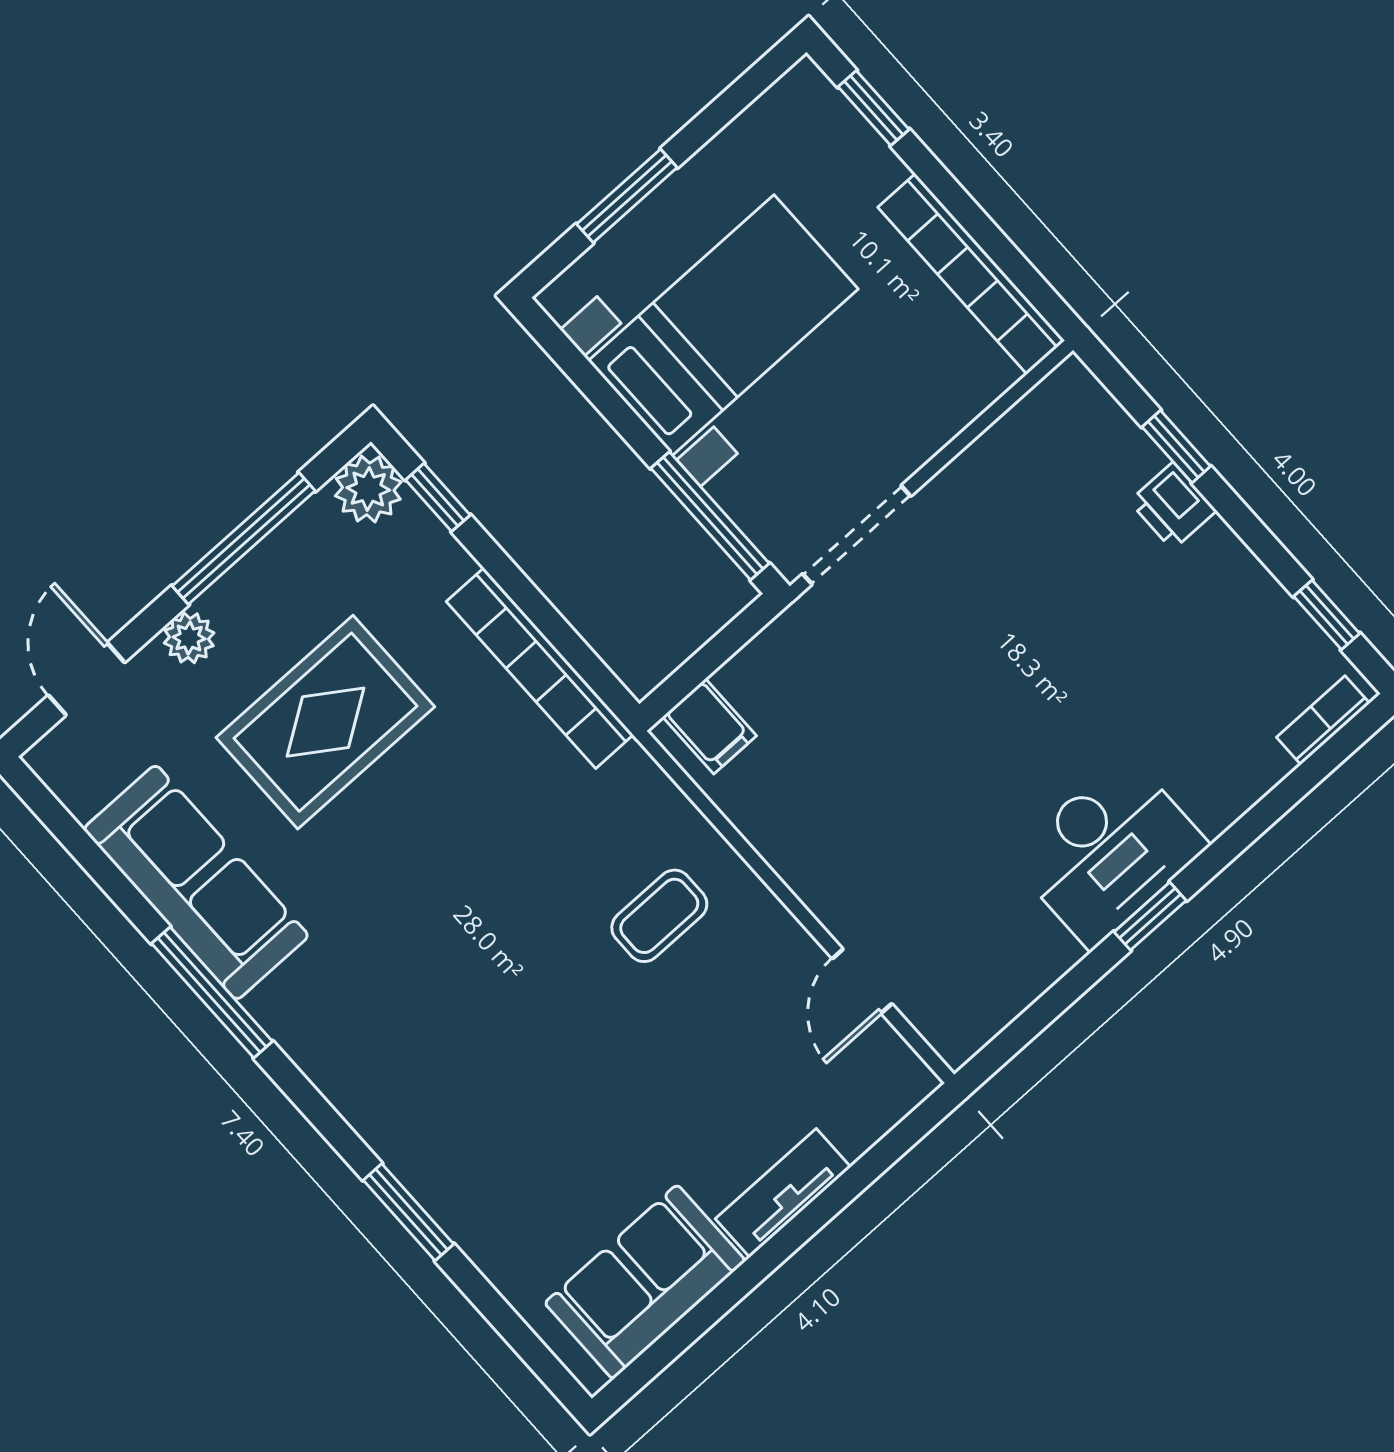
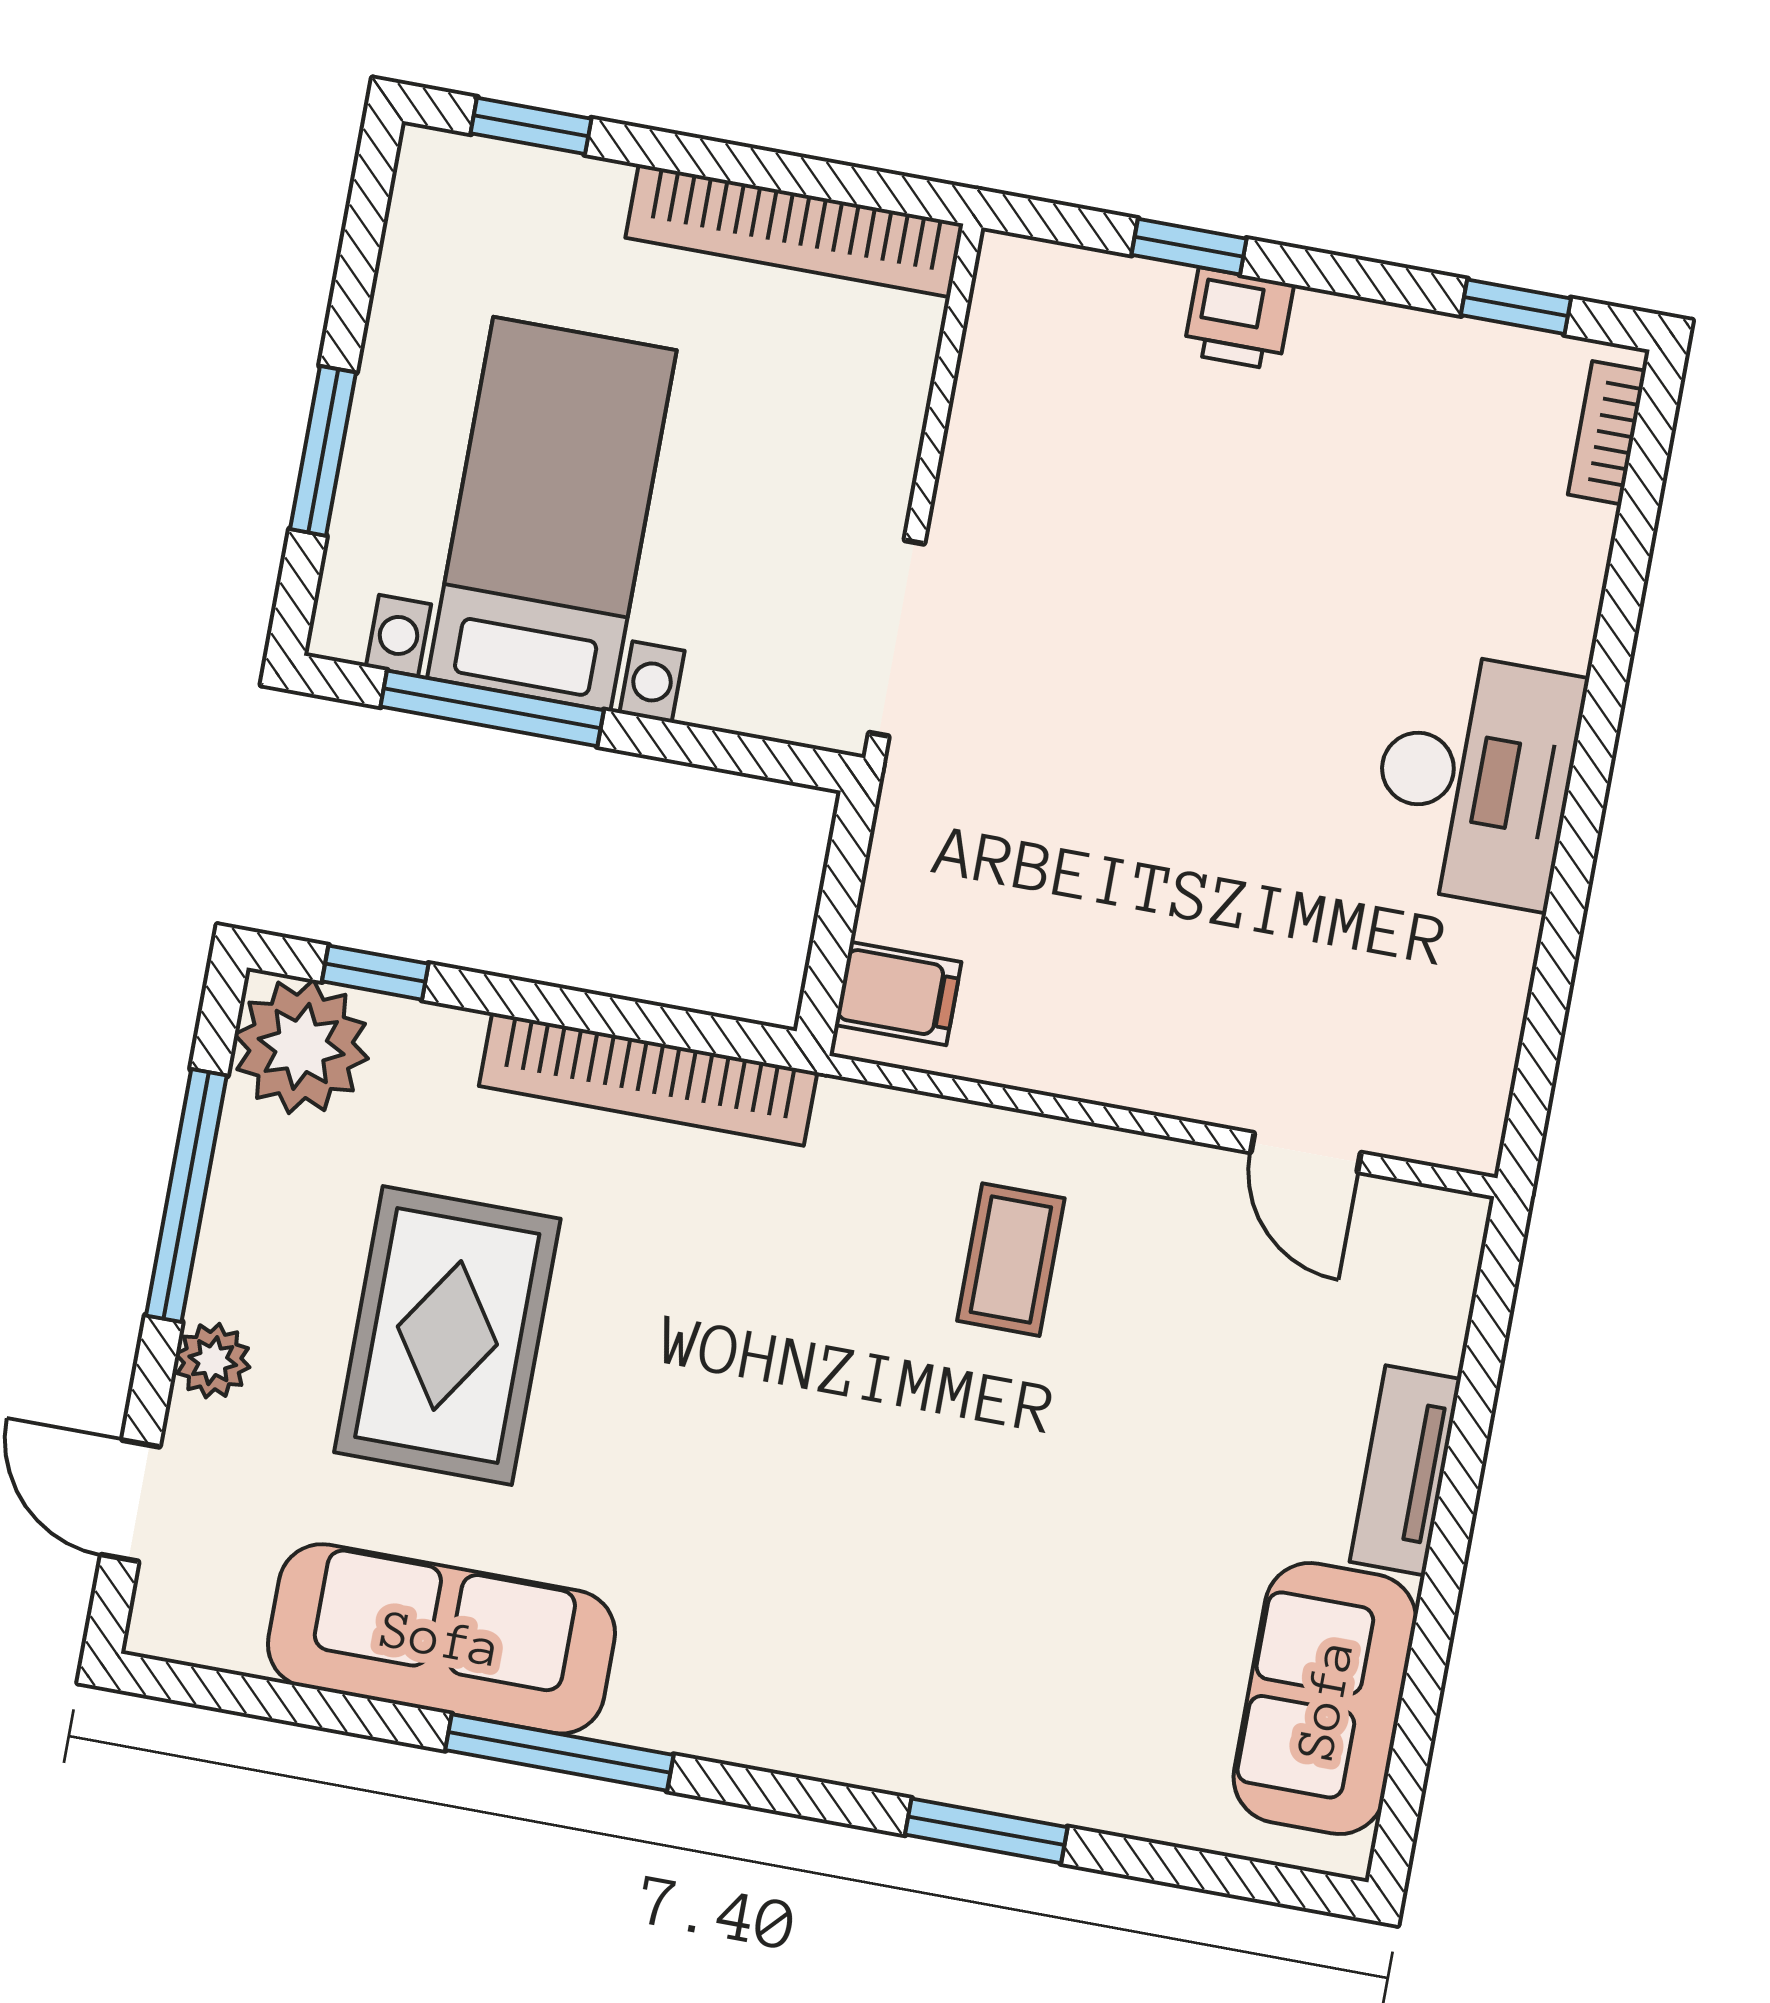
plant: (368, 489) -> (301, 1046), width x1.36, depth x1.36
window: (710, 516) -> (492, 708), moved
window: (1150, 916) -> (1582, 817), removed

